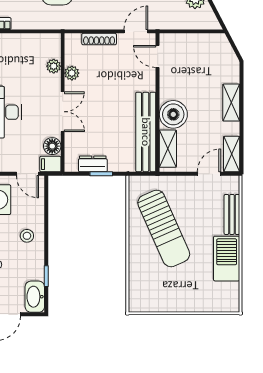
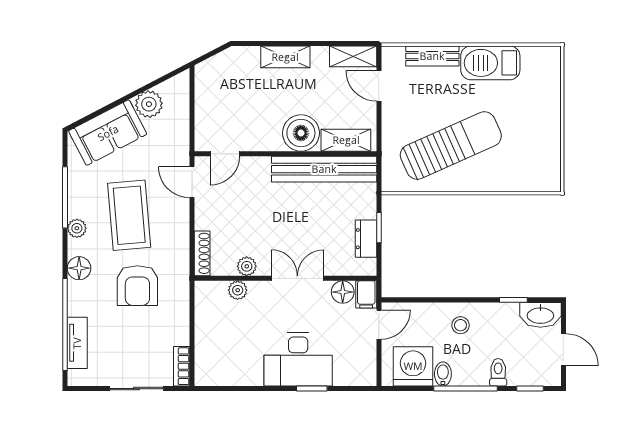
shoe rack: (99, 39) -> (202, 253), moved

